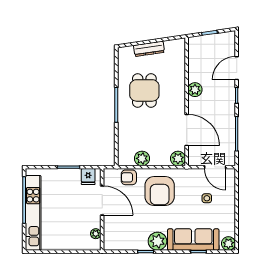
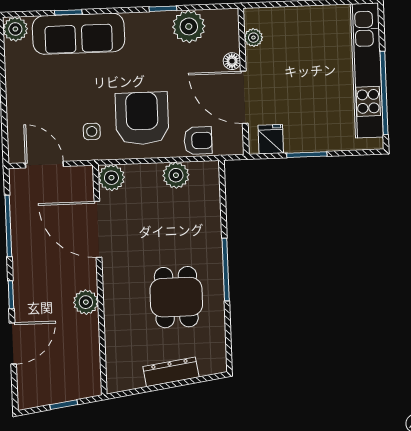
side table: (207, 198) -> (92, 131), moved
floor lamp: (108, 221) -> (232, 61), added
plant: (157, 241) -> (189, 26), moved

